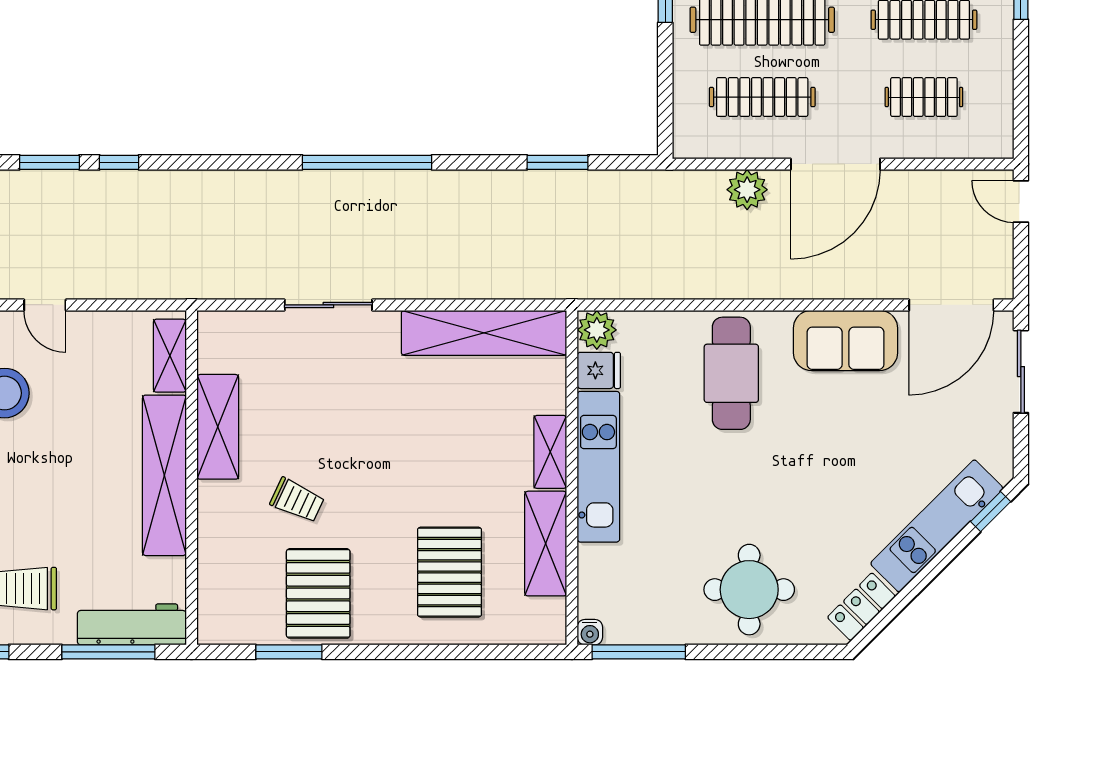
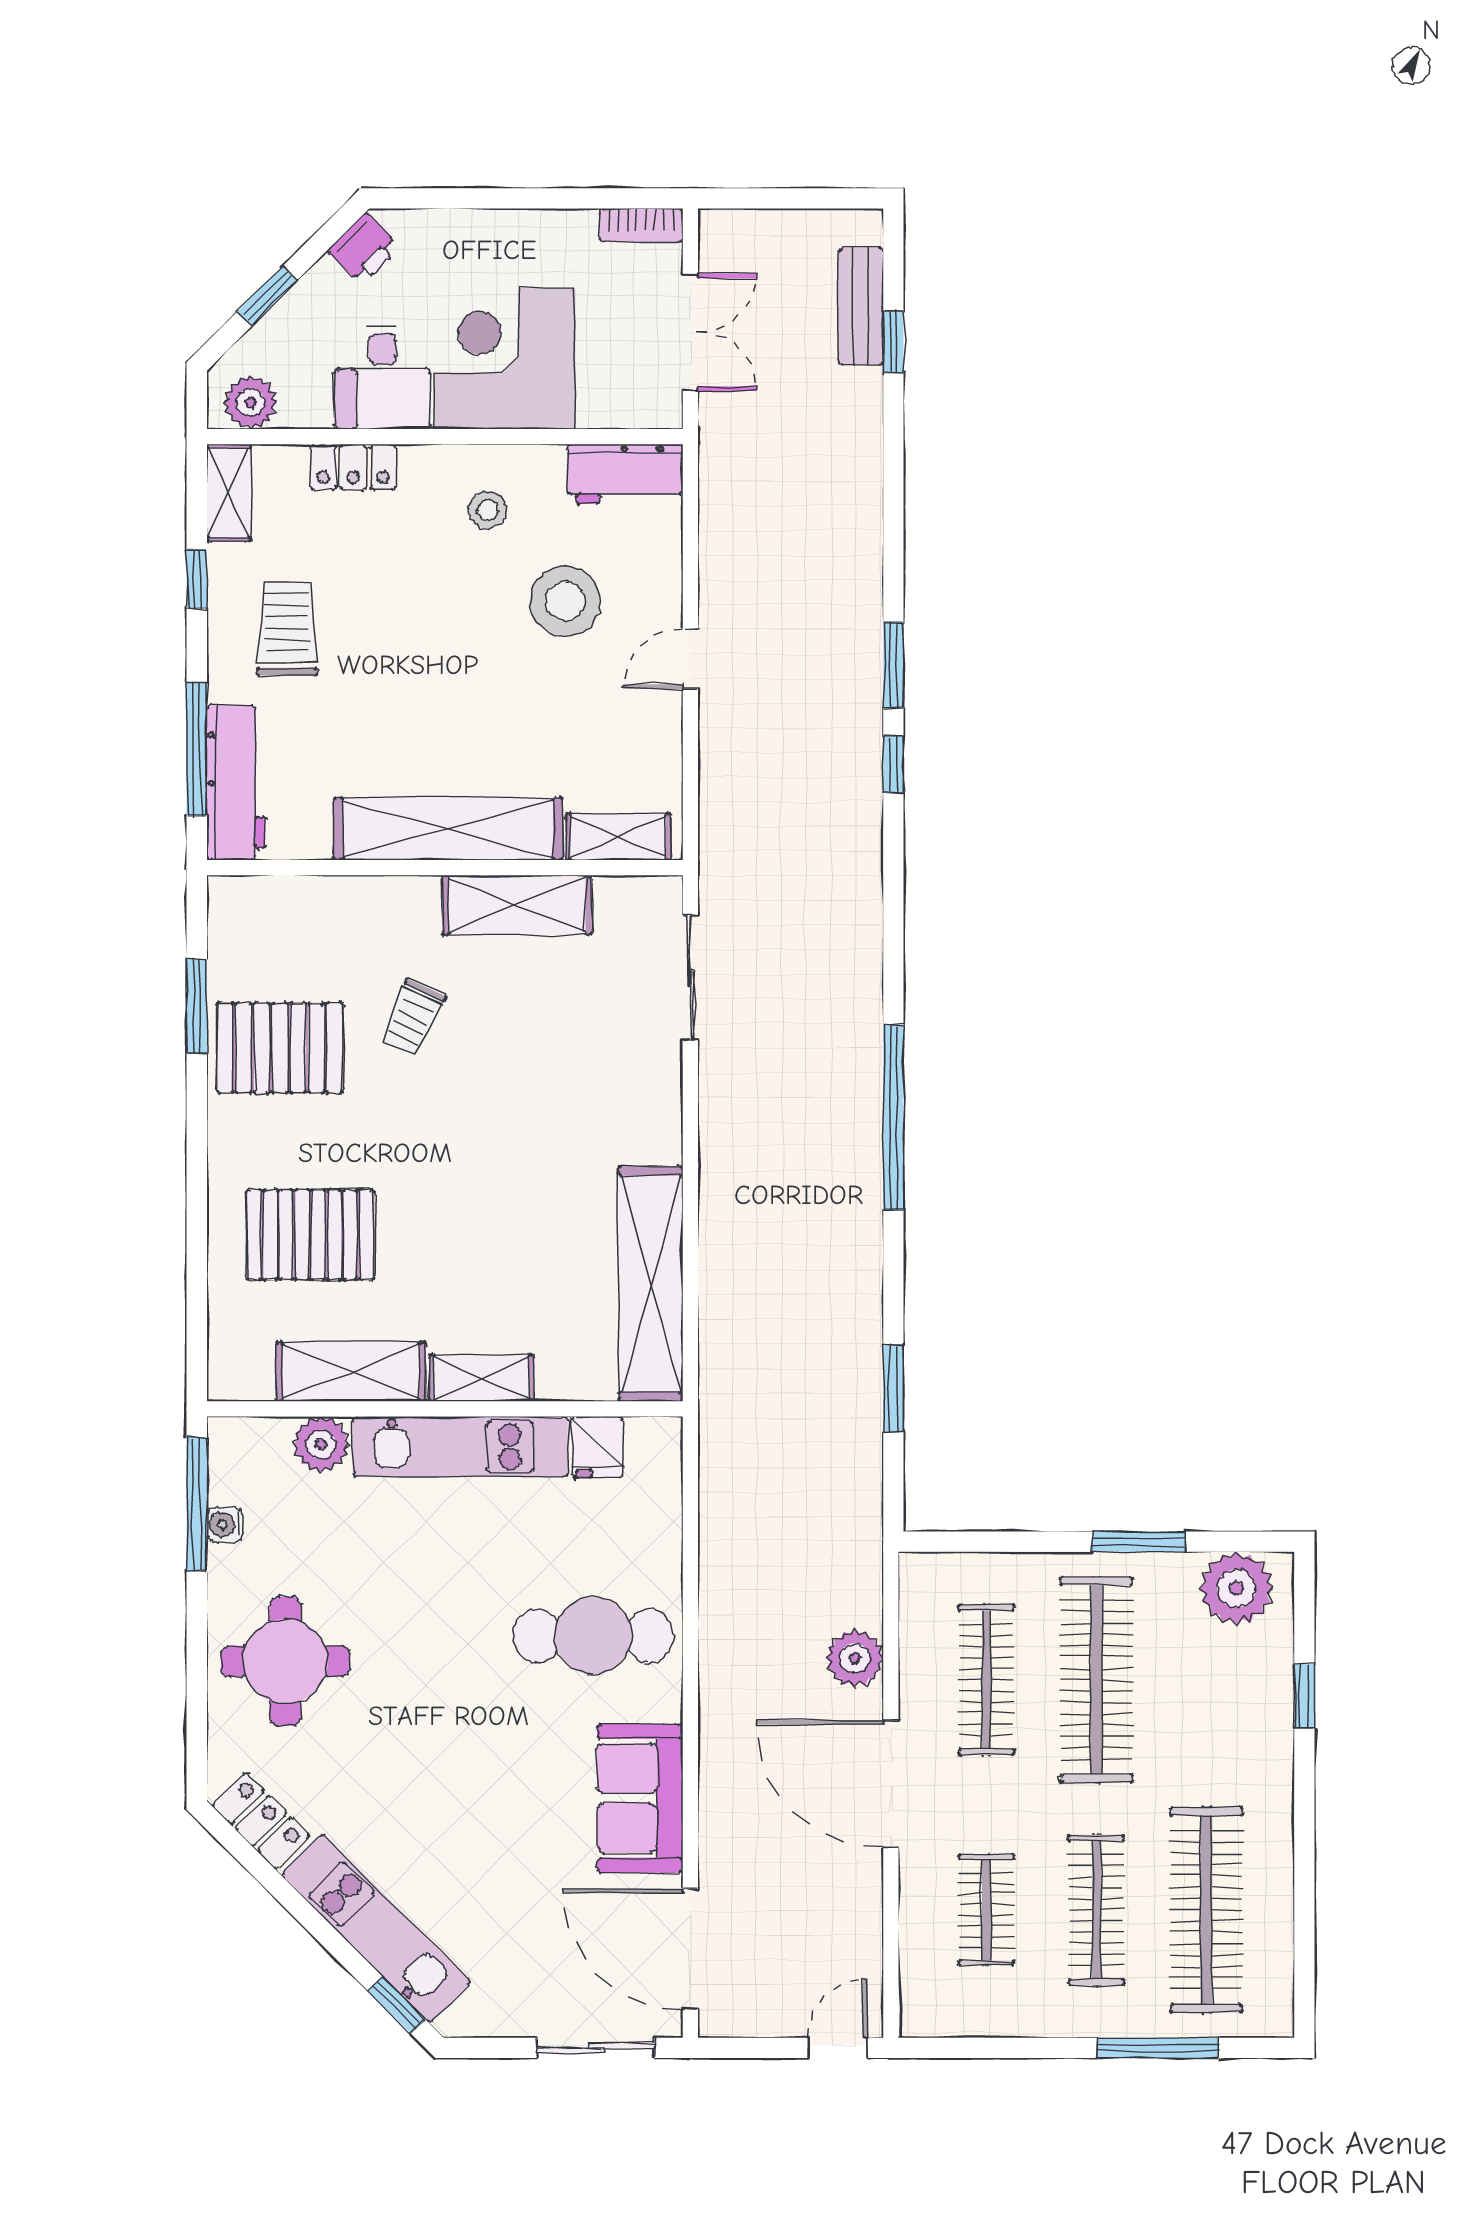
sliding door: (328, 305) -> (690, 978), moved
plant: (597, 330) -> (321, 1444), moved
water cooler: (590, 632) -> (225, 1525), moved

